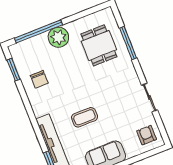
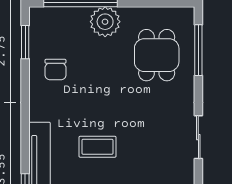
window: (128, 43) -> (198, 50), moved
sliding door: (150, 97) -> (198, 137), moved

